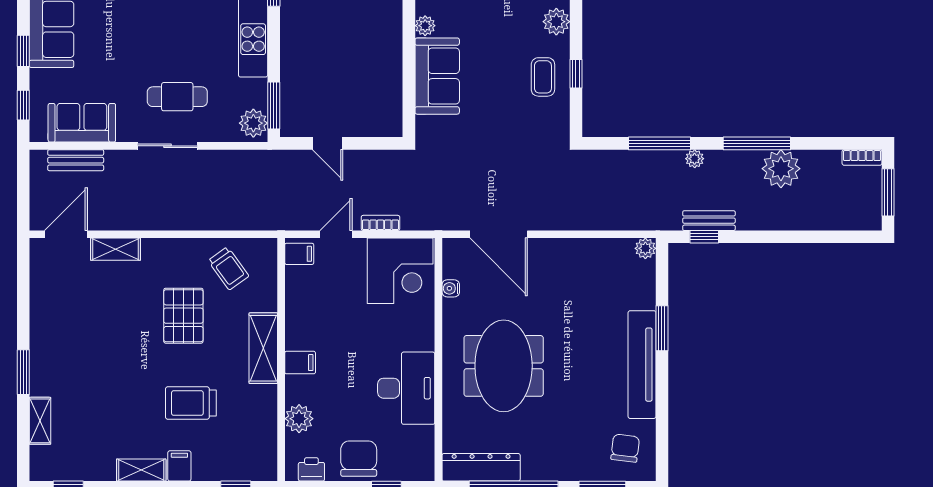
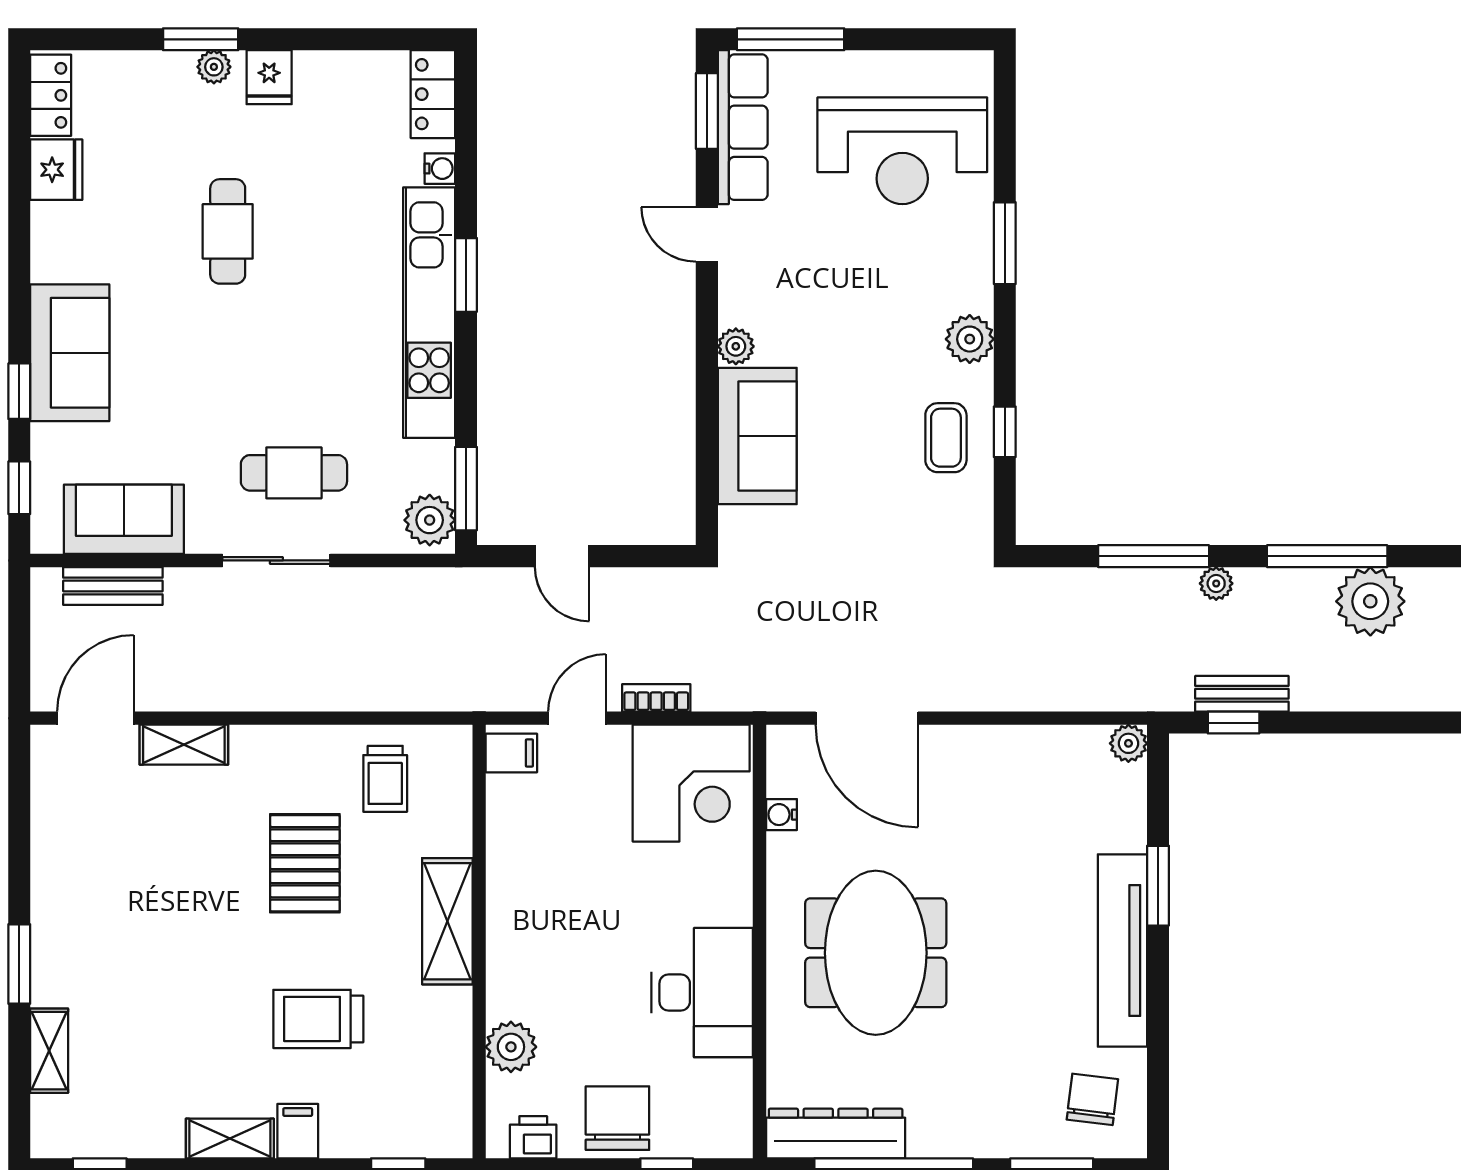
trolley: (228, 268) -> (385, 779), turned 36
filing cabinet: (300, 363) -> (513, 947), removed

